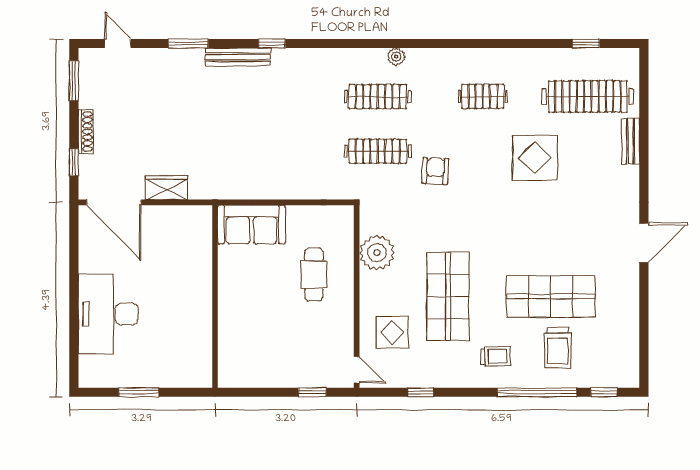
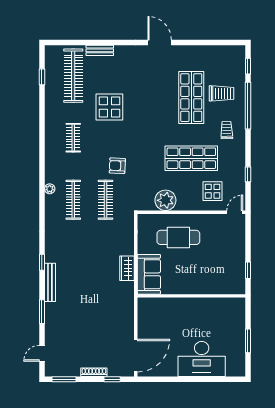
wardrobe: (166, 188) -> (127, 268), moved
cafe table: (314, 275) -> (178, 237), width x1.37, depth x1.35
window: (312, 392) -> (248, 270), moved

